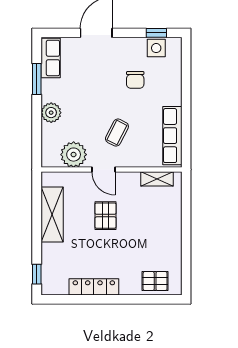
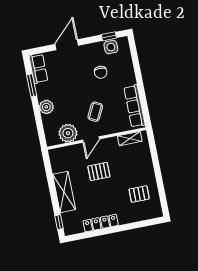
door: (103, 170) -> (91, 140), hinge flipped
shelving: (52, 215) -> (64, 192), moved
pallet: (106, 216) -> (99, 171), turned 90
pallet: (155, 281) -> (139, 194), moved

